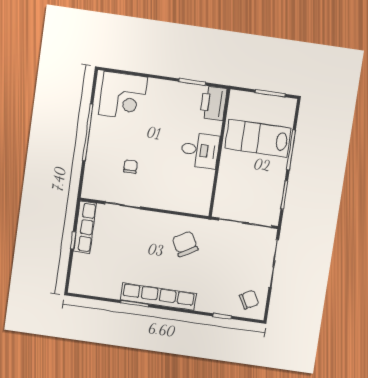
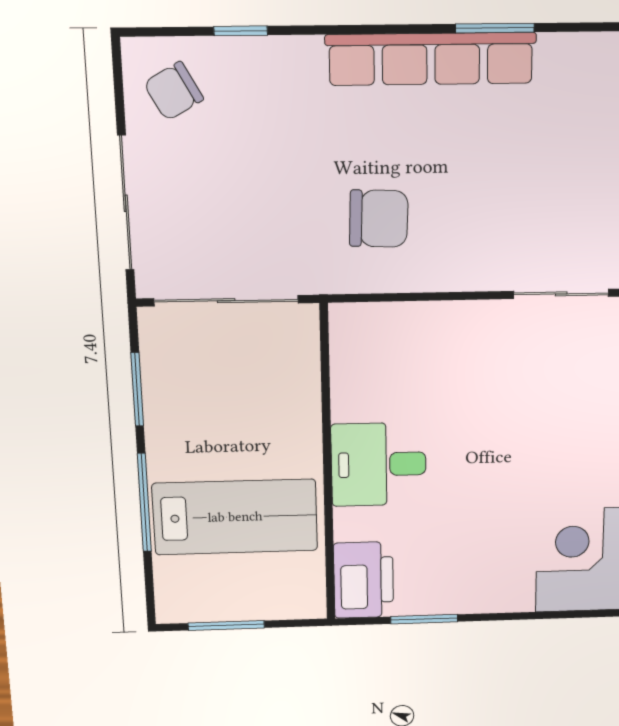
chair: (130, 166) -> (552, 395), removed
chair: (185, 244) -> (379, 219), turned -59

